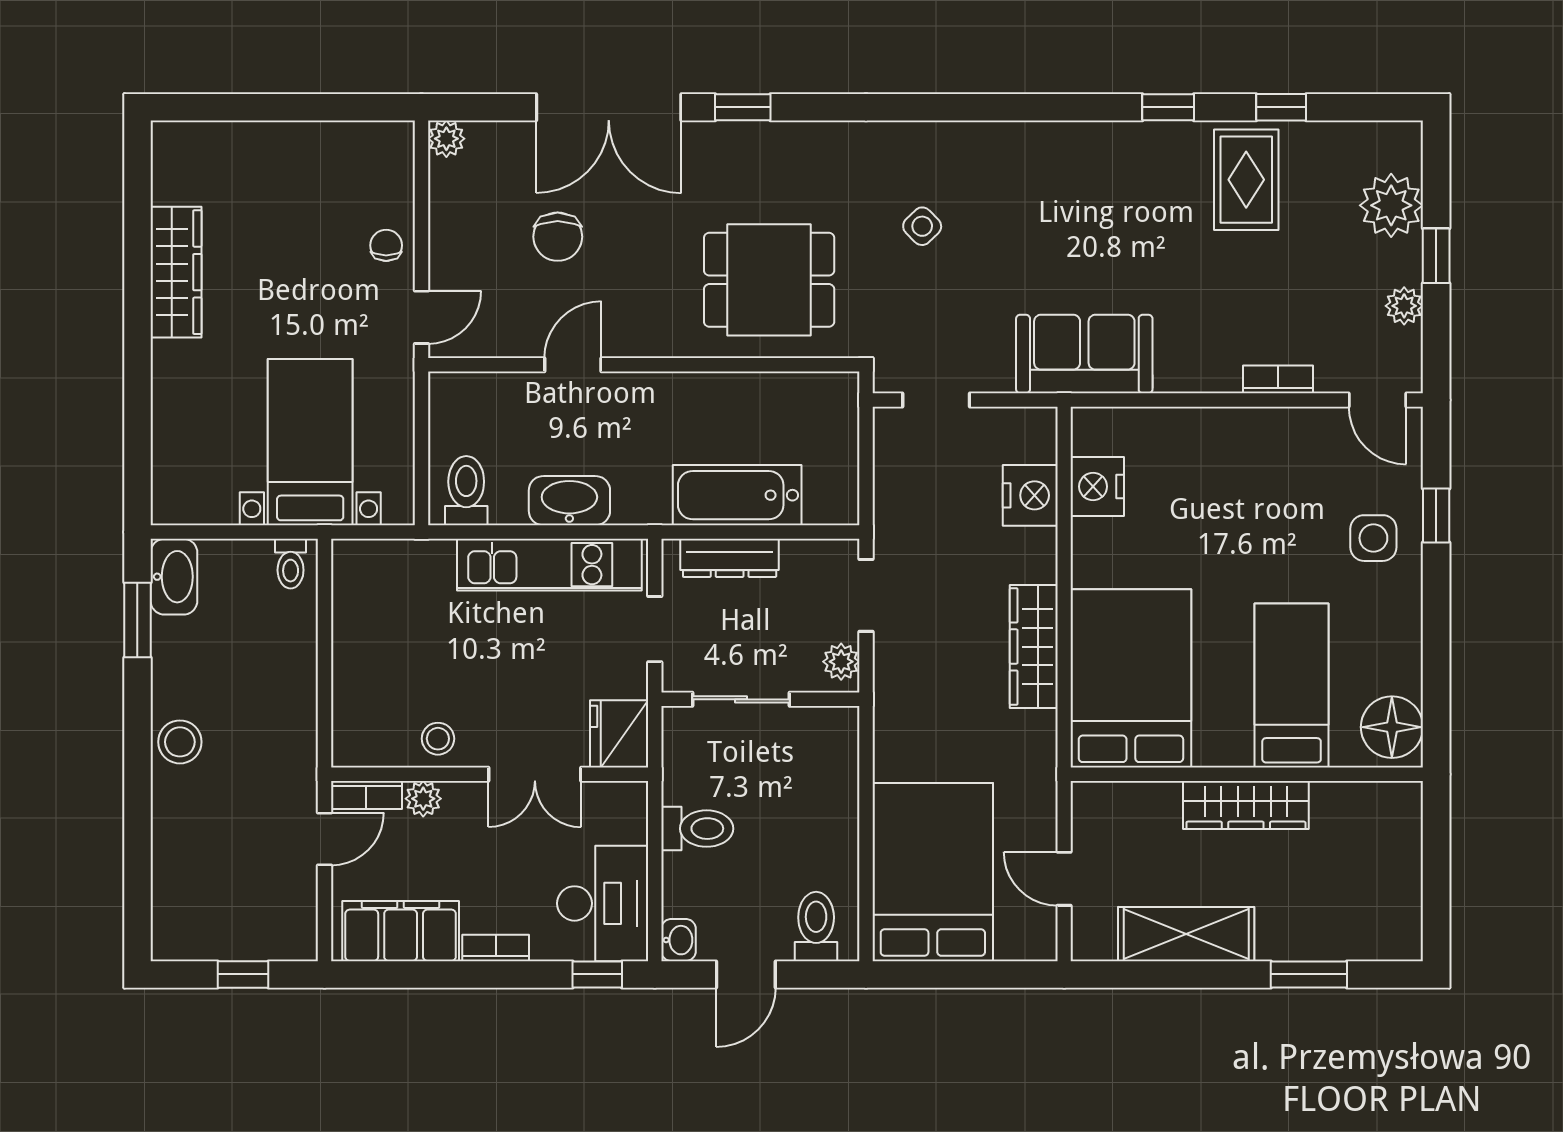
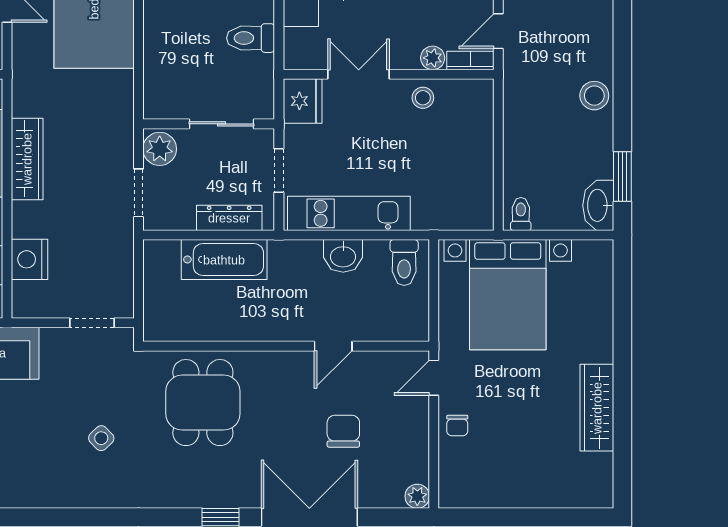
dining table: (769, 280) -> (203, 403), turned 90
bed with nightstands: (310, 442) -> (508, 295), width x1.36
washbasin: (569, 501) -> (343, 256), width x0.72
plant: (841, 662) -> (160, 149), width x1.38, depth x1.38

